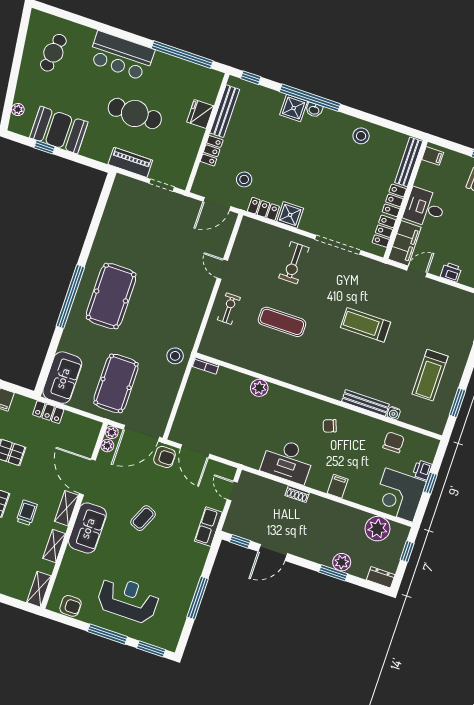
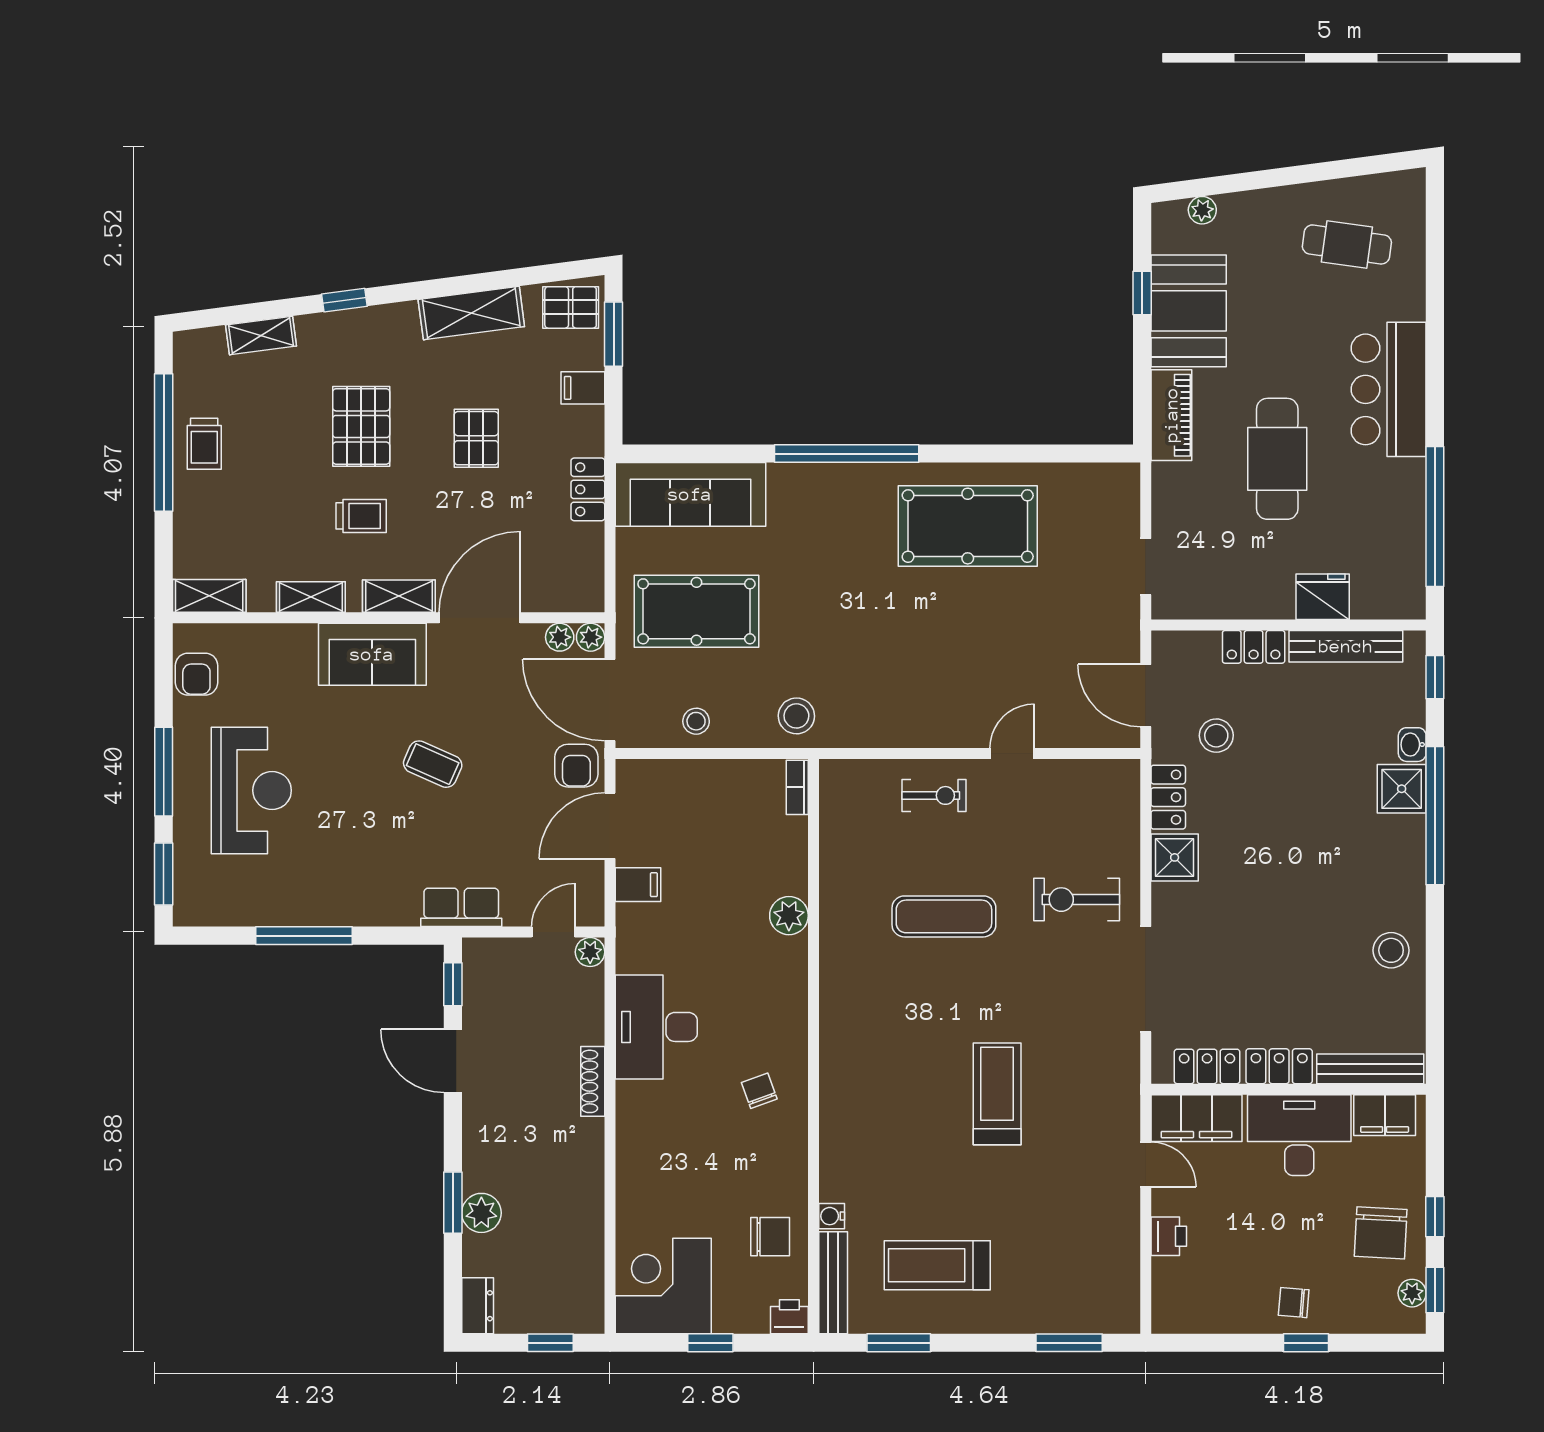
washbasin: (314, 110) -> (1412, 745), moved
filing cabinet: (433, 156) -> (1385, 1115), width x2.00
piano: (130, 162) -> (1171, 415), moved
desk: (425, 208) -> (1299, 1135), width x1.37
pool table: (111, 296) -> (968, 526), moved
exercise mat: (282, 322) -> (944, 916), turned 90
sofa: (62, 378) -> (690, 494), width x1.36
stool: (163, 399) -> (696, 721), added
bench: (365, 403) -> (833, 1283), moved
printer: (422, 470) -> (789, 1317), moved
filing cabinet: (338, 486) -> (638, 885), moved
shoe rack: (297, 494) -> (593, 1081), width x1.43
plant: (378, 529) -> (590, 952), moved, width x0.53, depth x0.53

